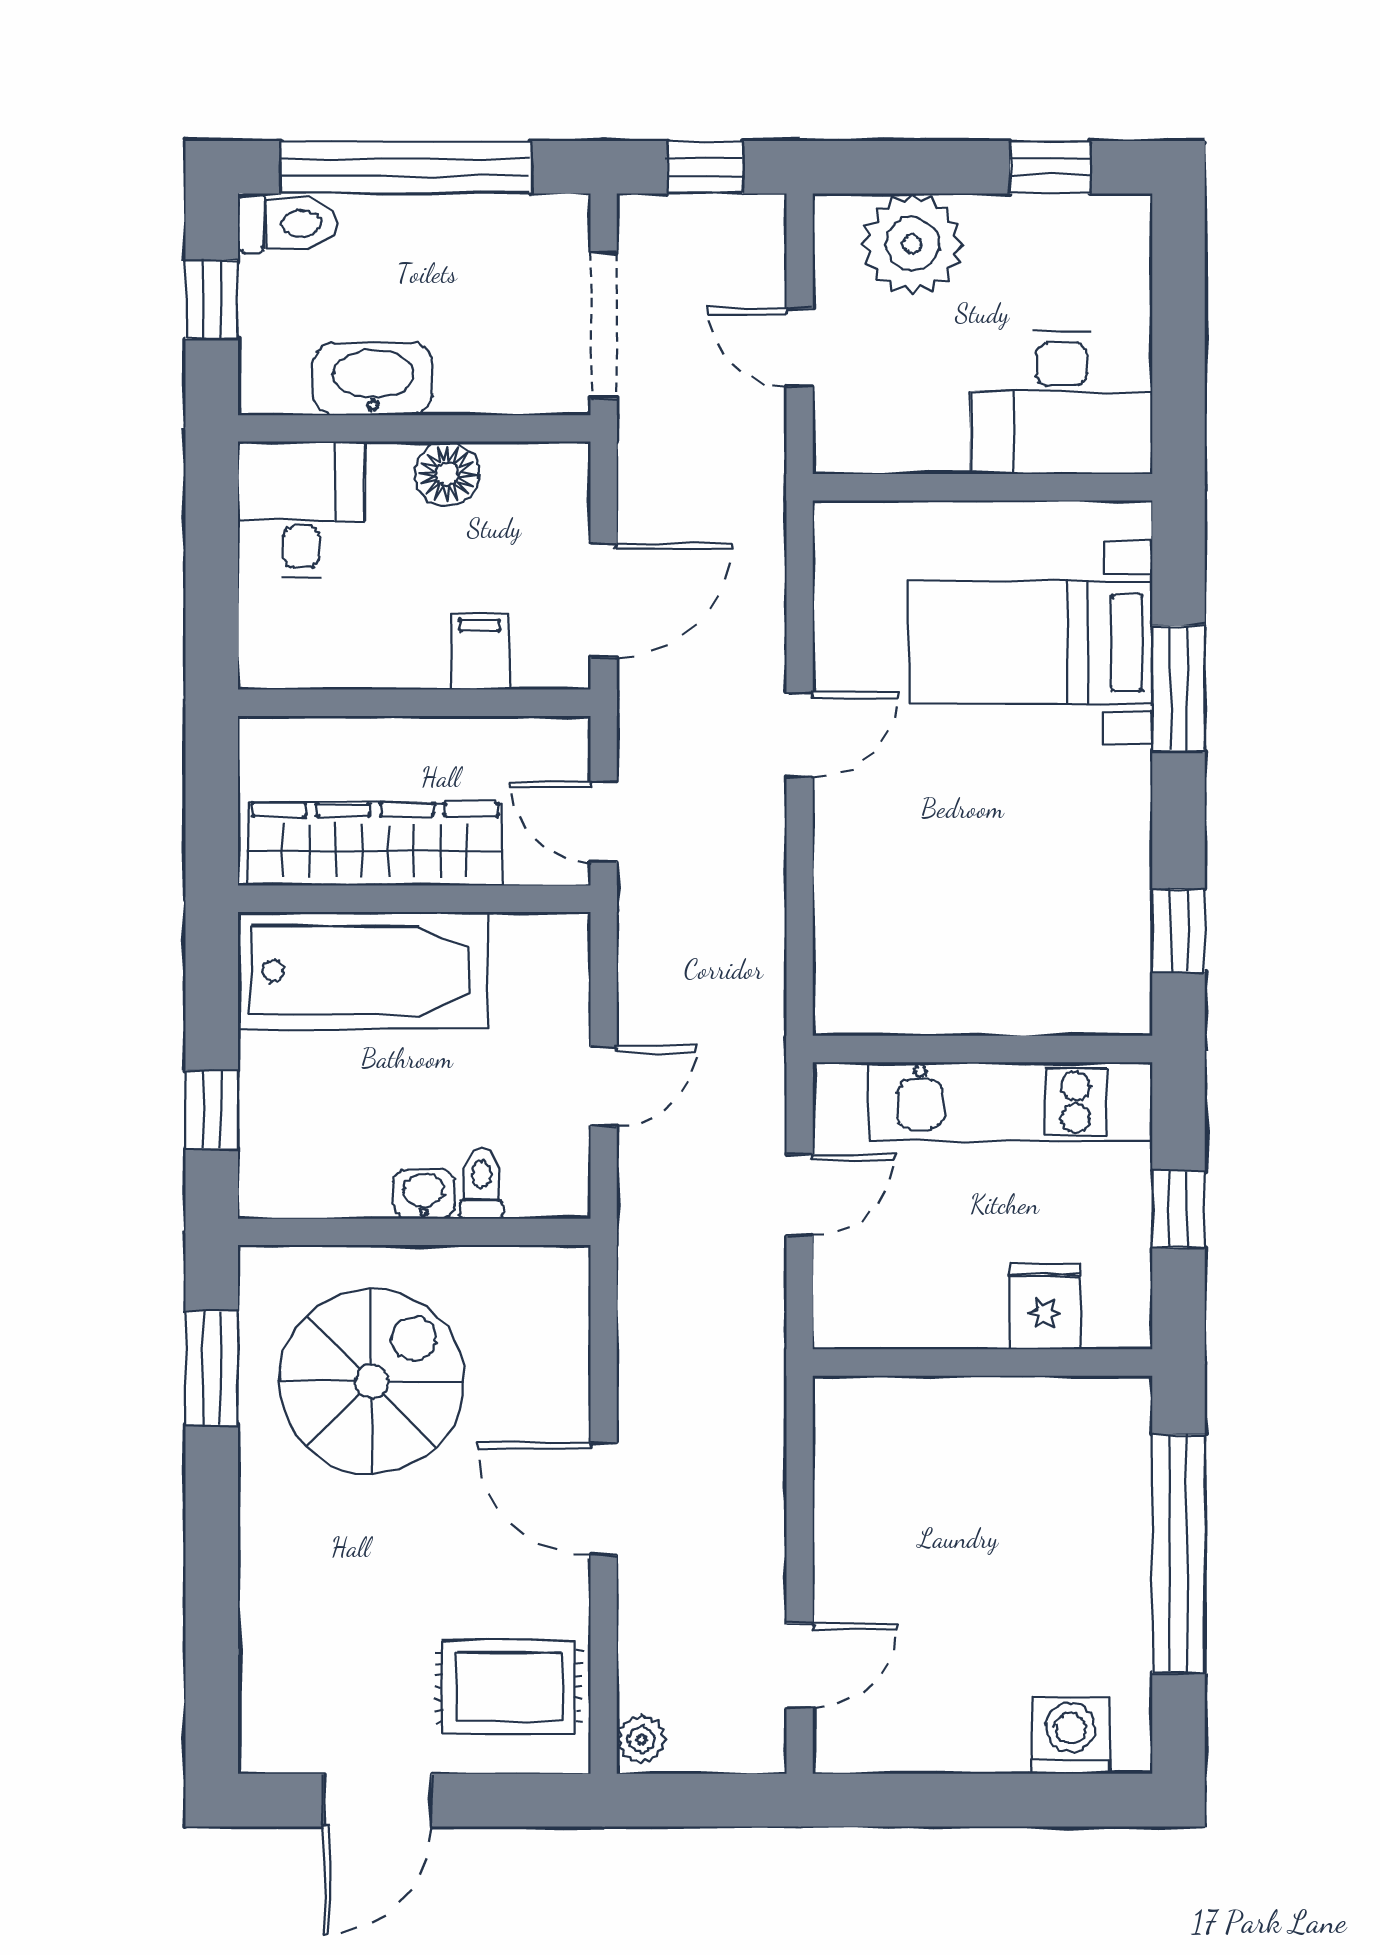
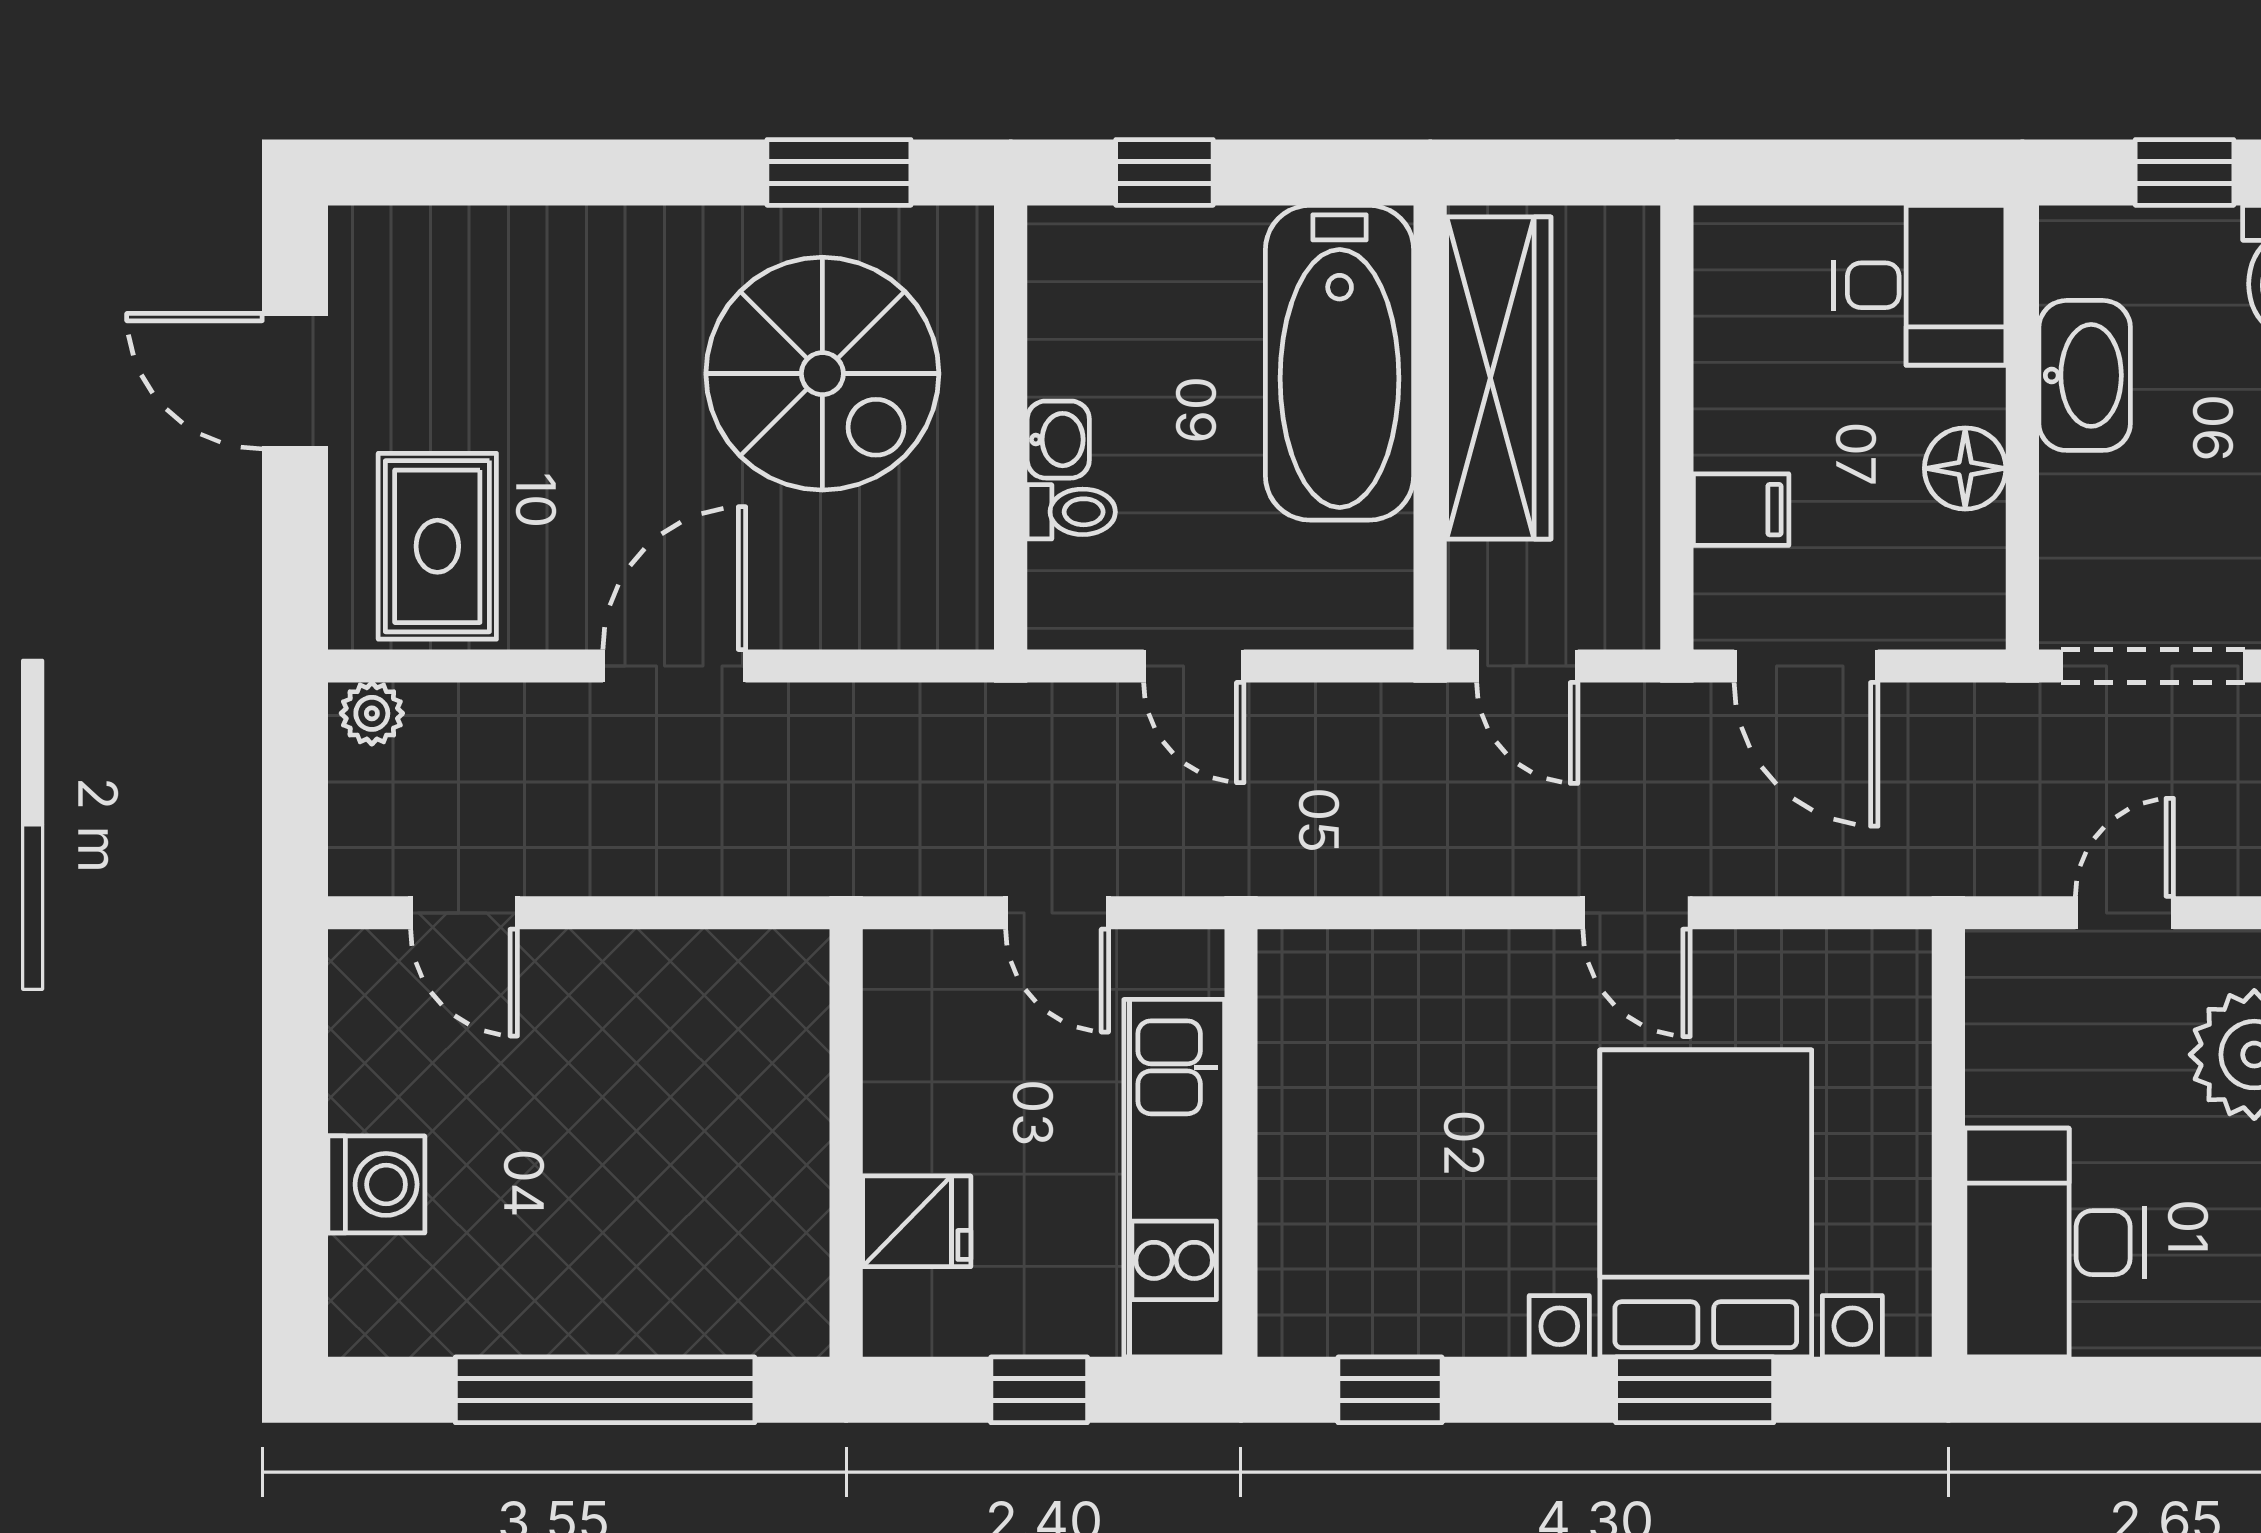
bed with nightstands: (1030, 643) -> (1706, 1203), width x1.36
door: (604, 822) -> (1527, 666), swing flipped
washing machine: (1071, 1736) -> (376, 1184), moved

